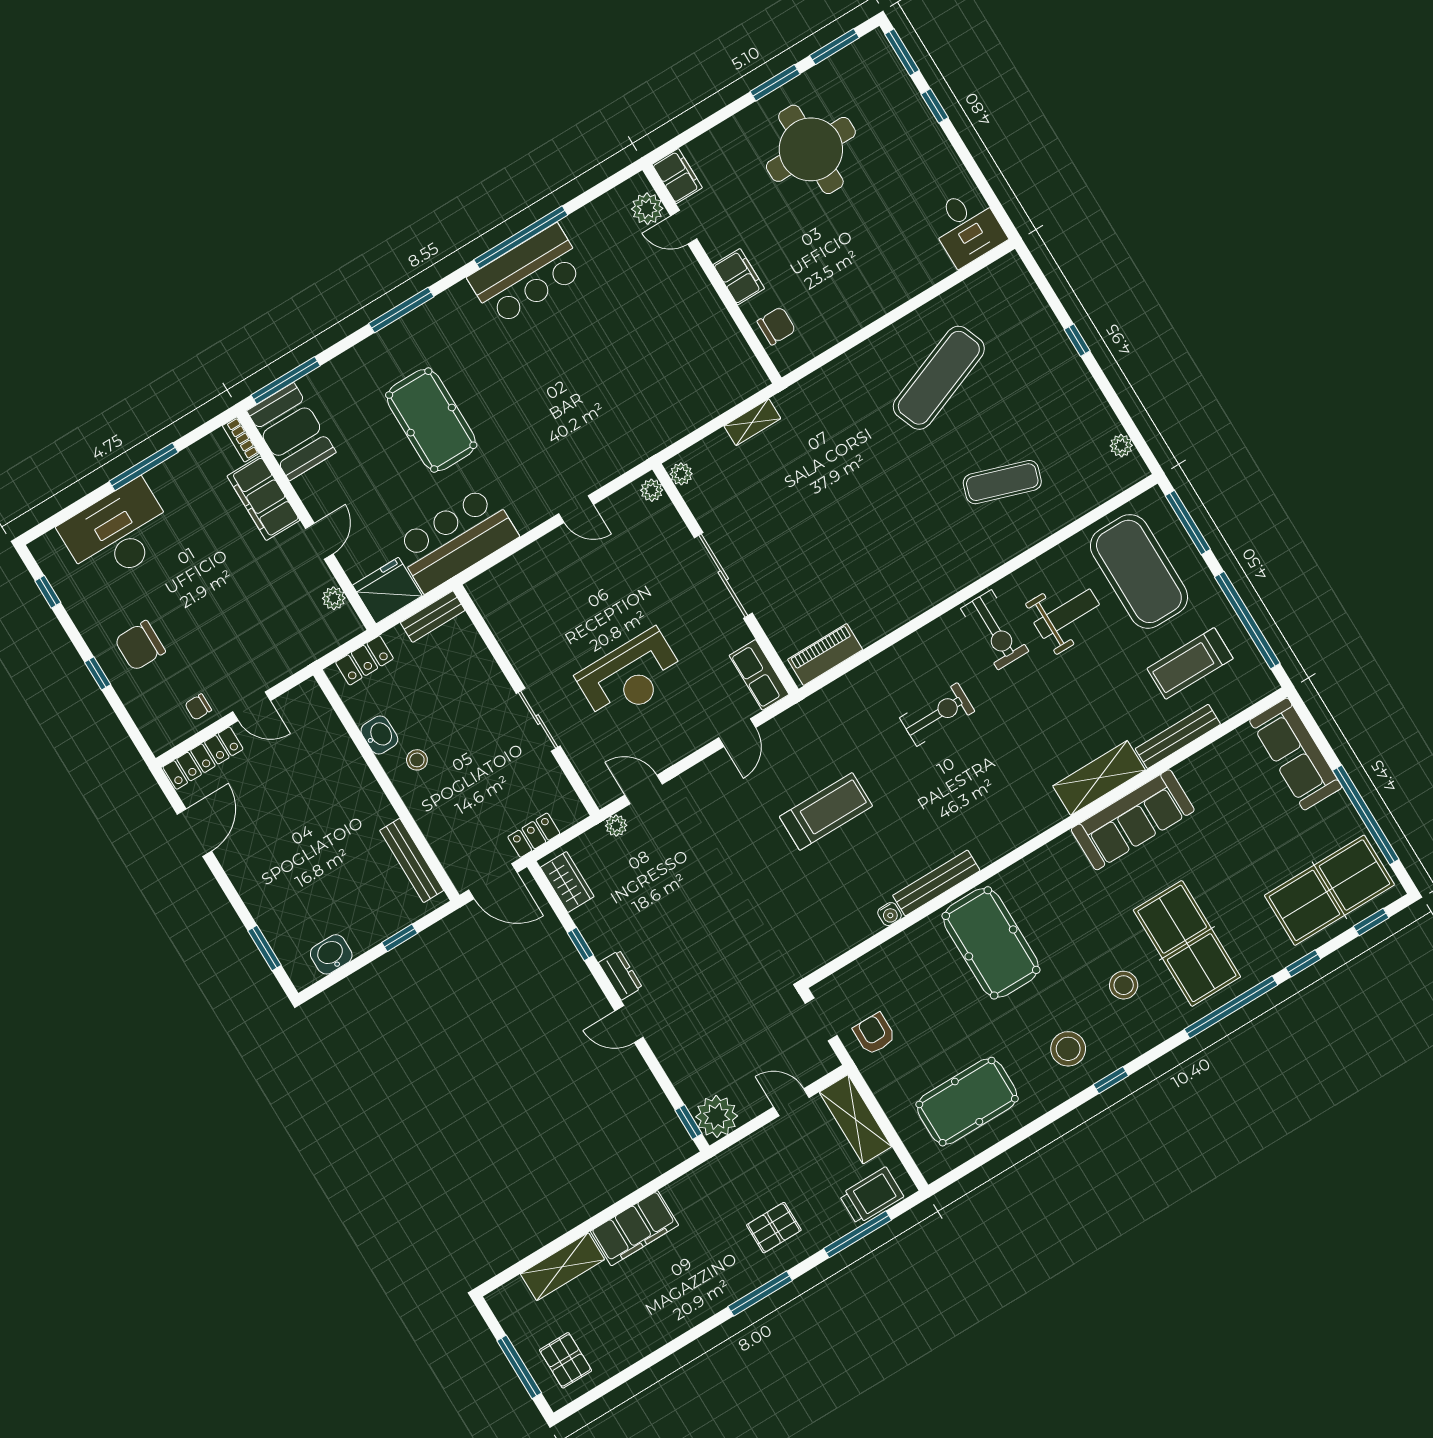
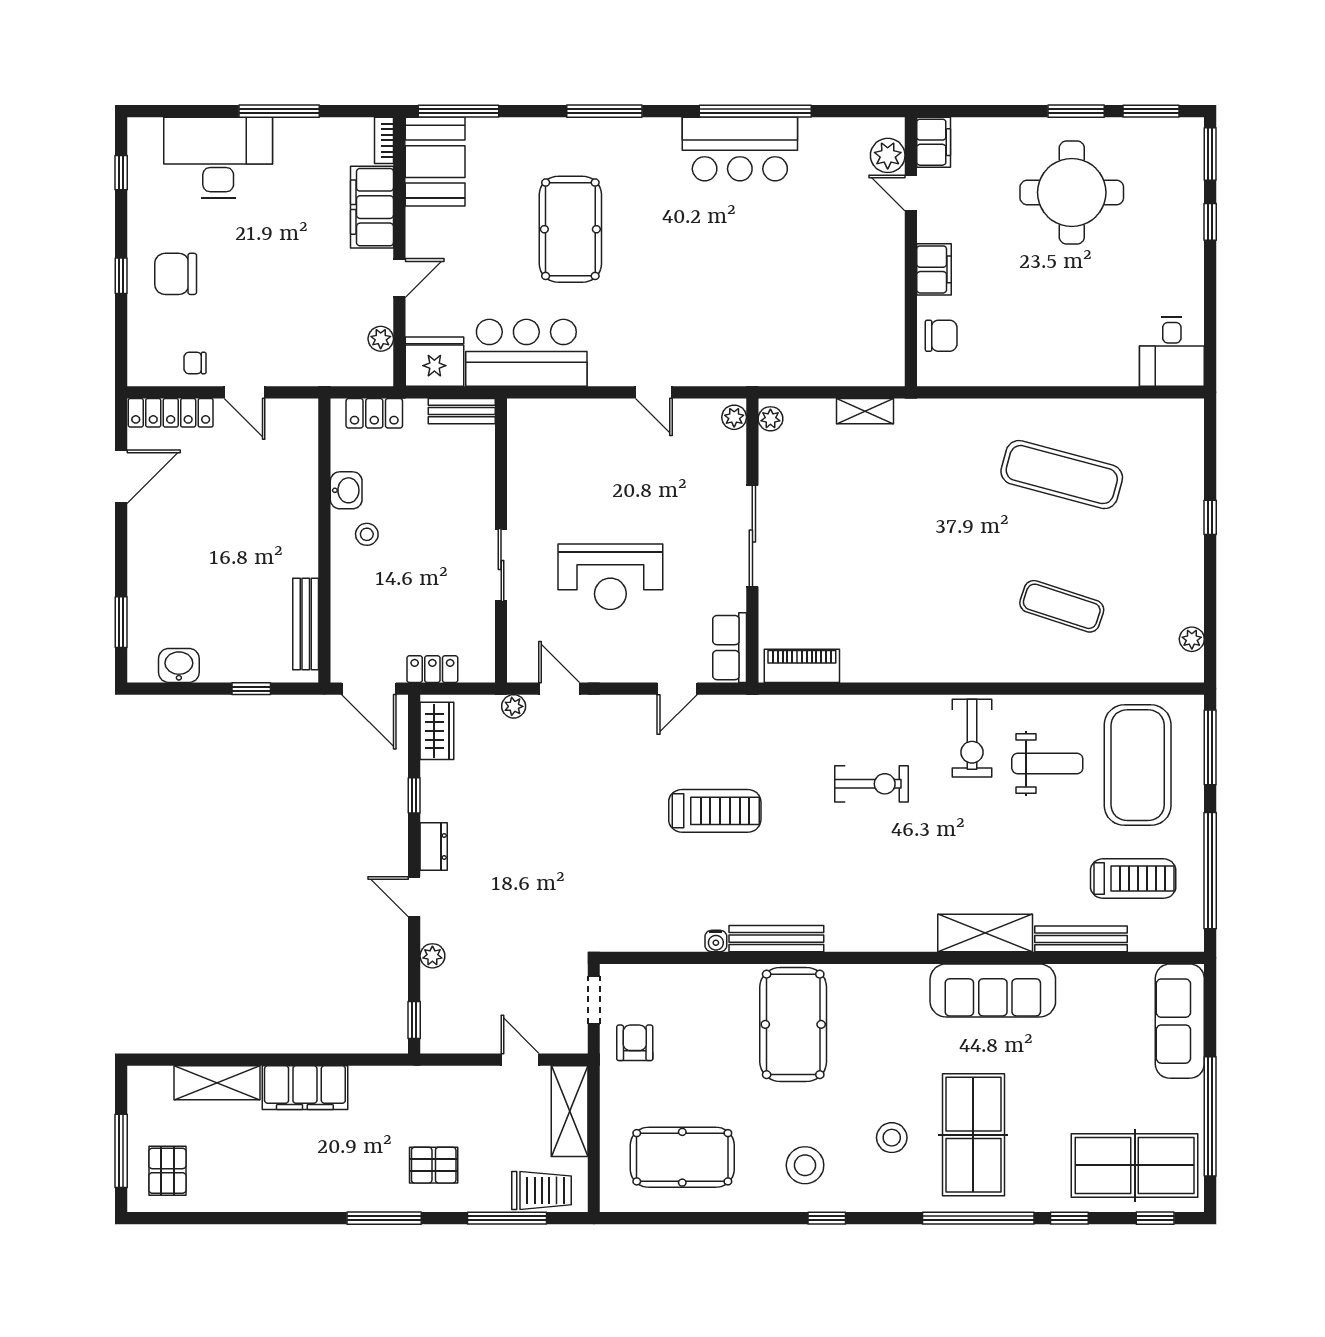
exercise mat: (939, 378) -> (1062, 475), turned 36
treadmill: (1190, 663) -> (1133, 879), turned 180
plant: (717, 1116) -> (432, 956), moved, width x0.53, depth x0.53

